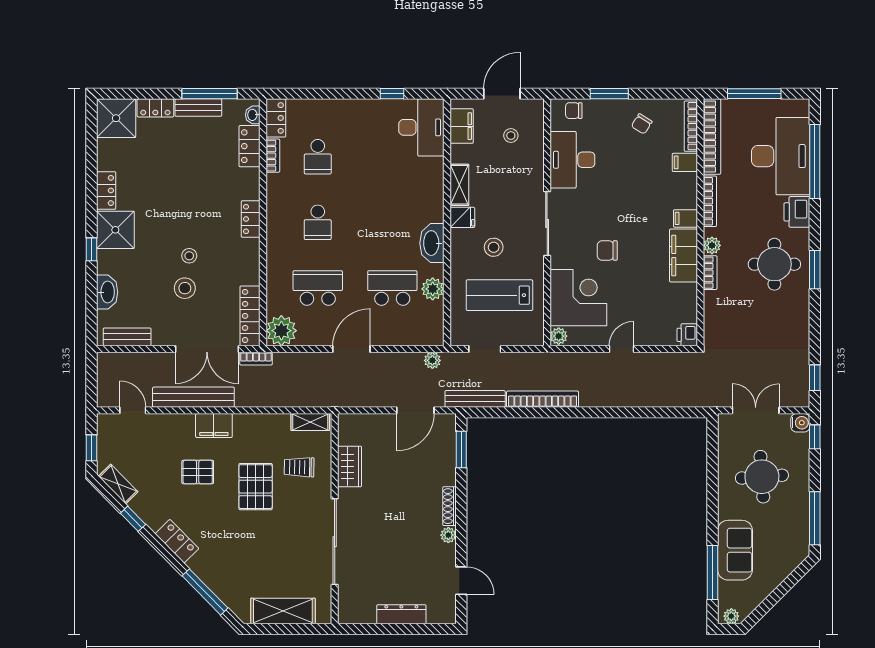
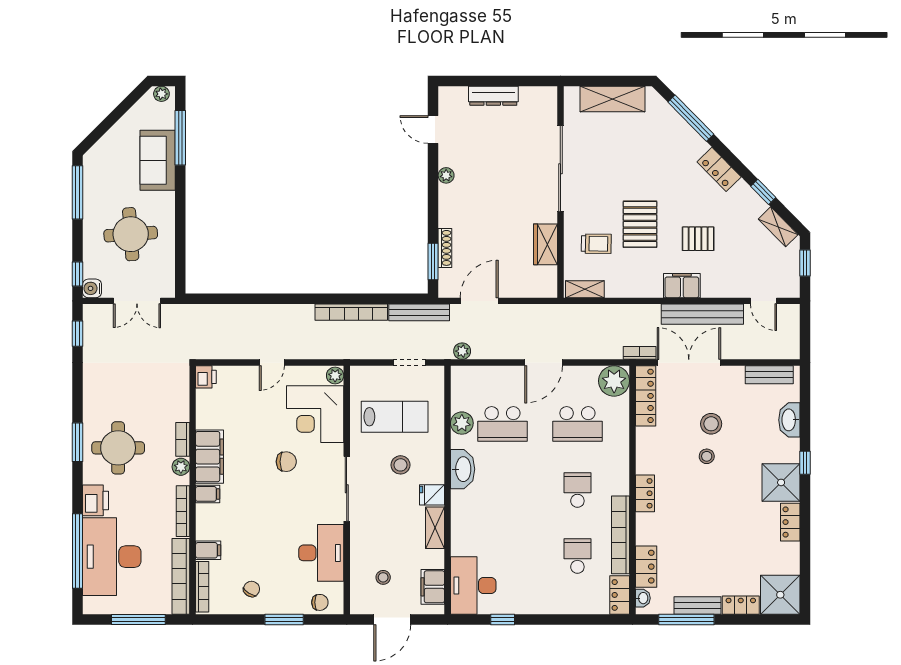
bookcase: (273, 156) -> (621, 535), width x2.31, depth x1.31
shoe rack: (450, 506) -> (445, 248), moved

